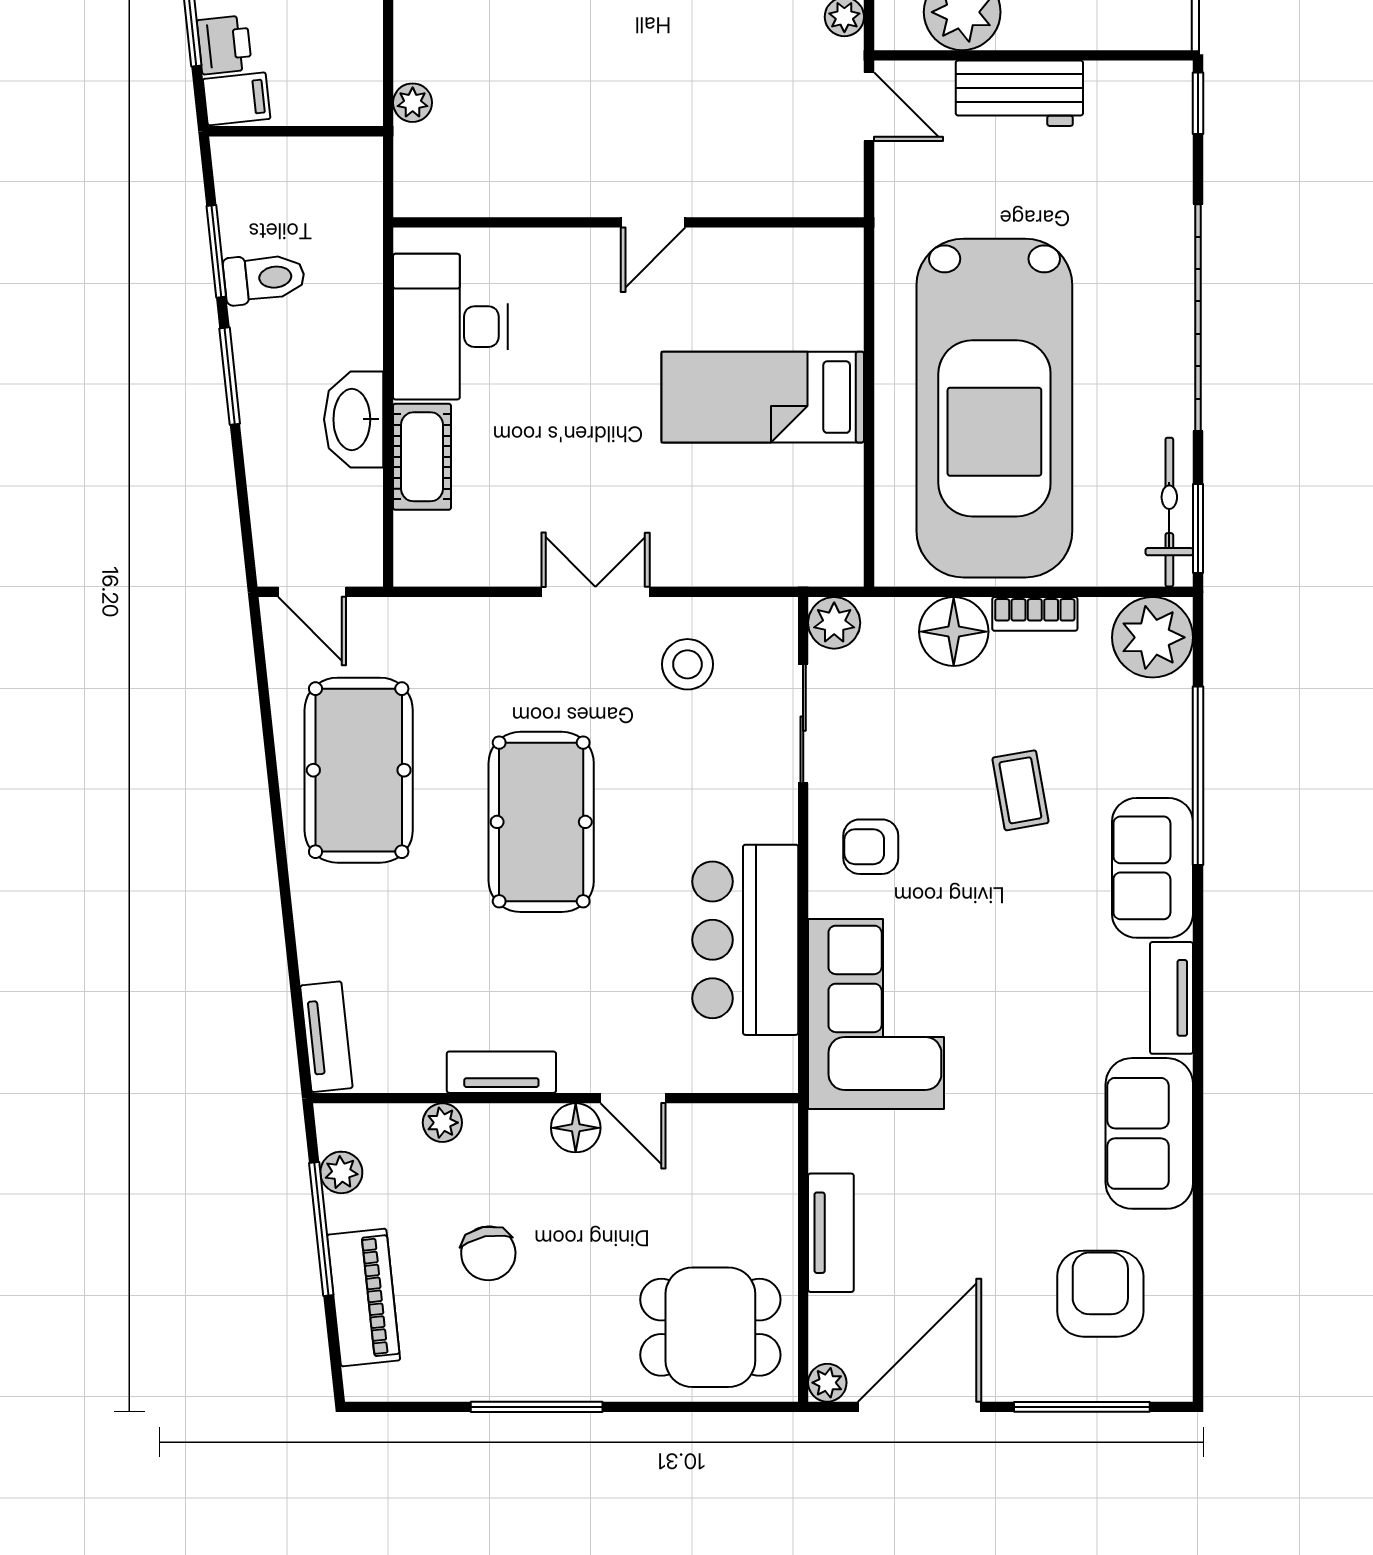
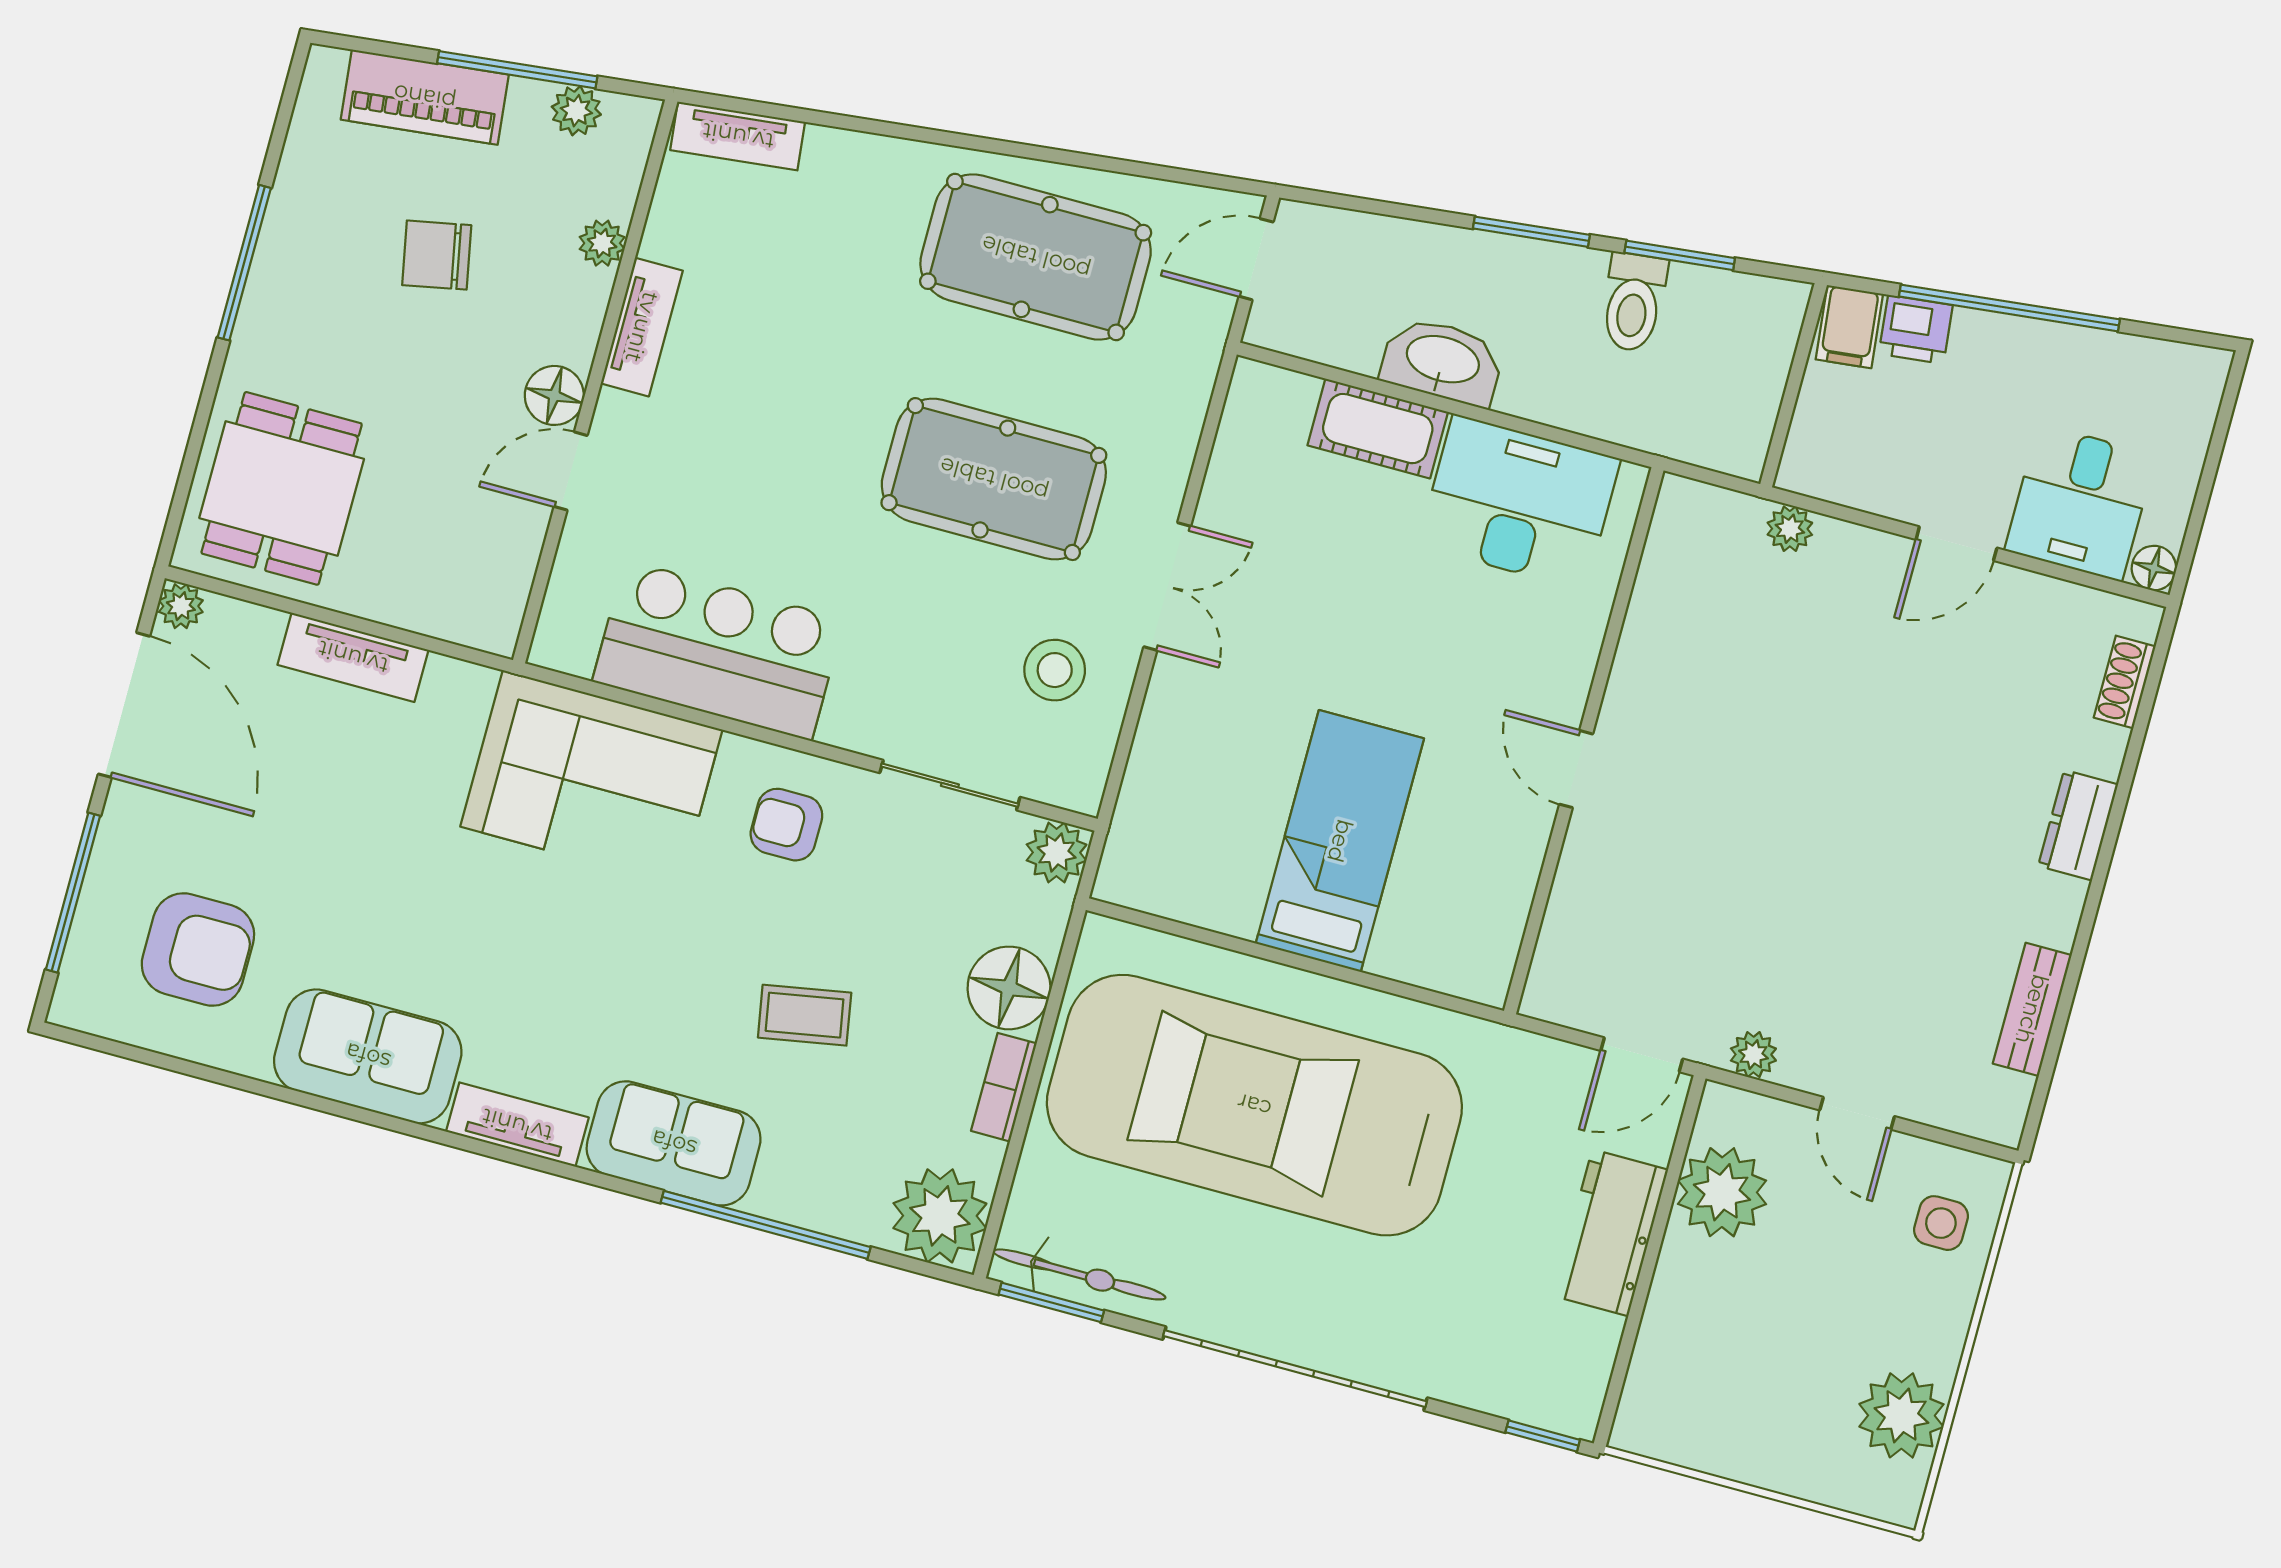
pool table: (541, 822) -> (994, 479), moved
armchair: (871, 847) -> (786, 825), turned -90

